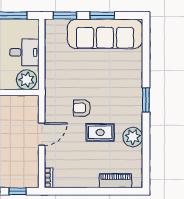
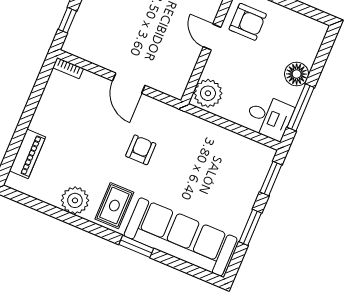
sofa: (105, 34) -> (181, 237), moved, turned 90
desk: (24, 52) -> (269, 117), moved, turned -90
window: (146, 100) -> (136, 246), moved
rug: (100, 132) -> (114, 206), moved

